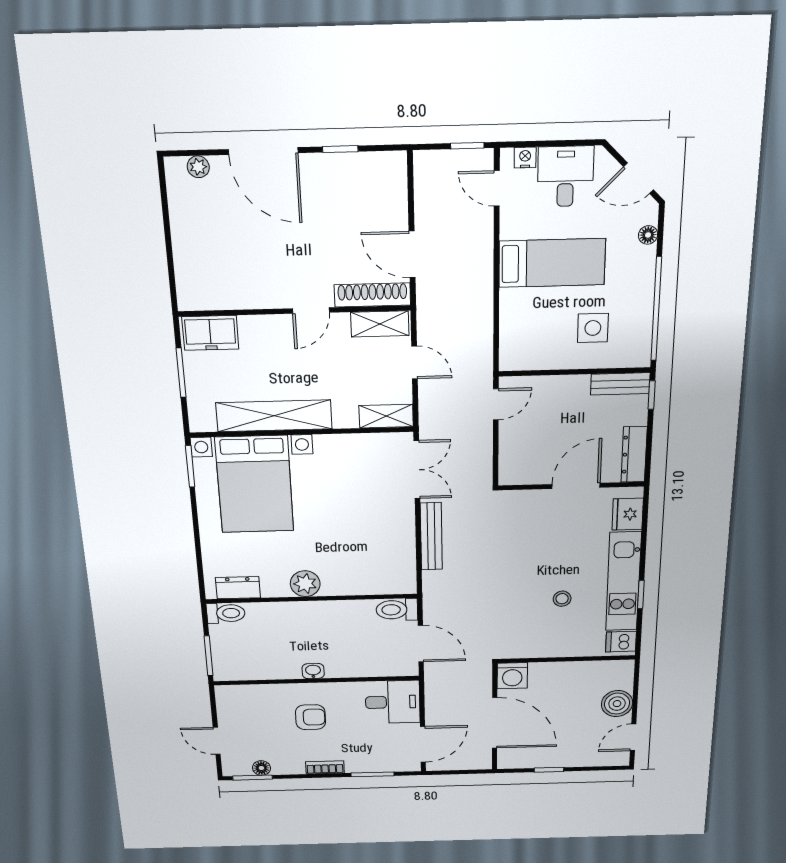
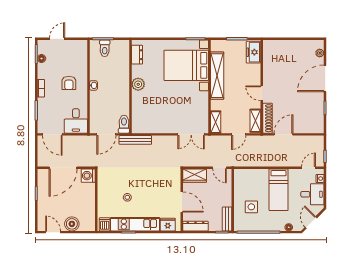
wardrobe: (514, 460) -> (195, 176), added
bench: (431, 536) -> (135, 140), moved
toilet: (226, 613) -> (105, 48), moved

